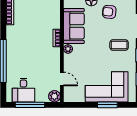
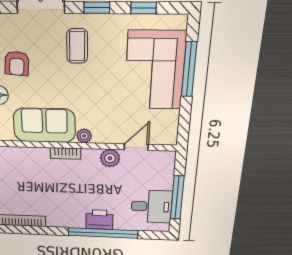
printer: (13, 59) -> (99, 220), added
plant: (54, 96) -> (110, 158), moved
window: (107, 105) -> (189, 69), width x1.44

